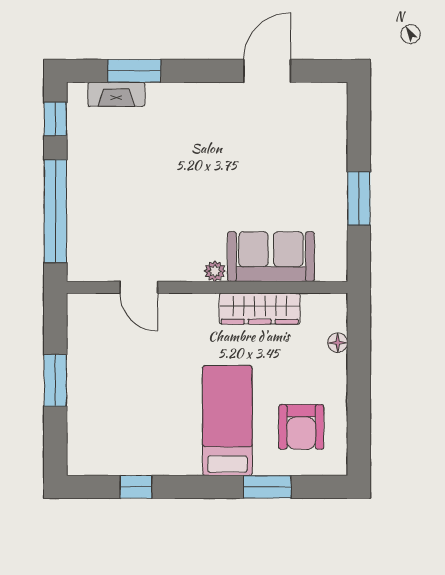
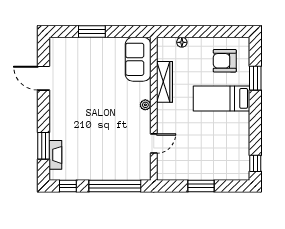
window: (359, 198) -> (92, 31), moved
sofa: (271, 257) -> (138, 59), moved
armchair: (301, 427) -> (225, 61), turned 180
window: (136, 487) -> (255, 163), moved

